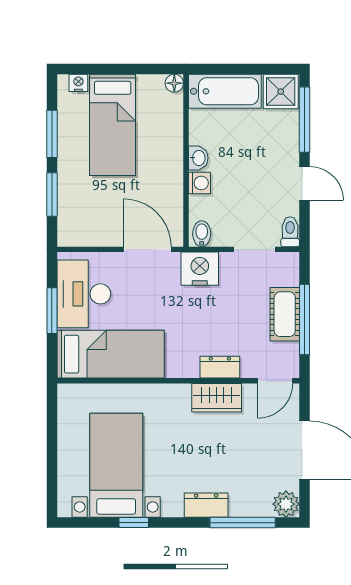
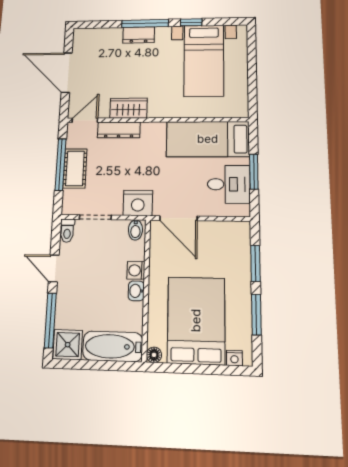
bed: (113, 125) -> (196, 320), width x1.50
desk: (84, 294) -> (229, 184), width x0.73
dresser: (220, 367) -> (119, 130), width x1.44
plant: (286, 504) -> (82, 37), removed
window: (243, 523) -> (145, 23), moved

